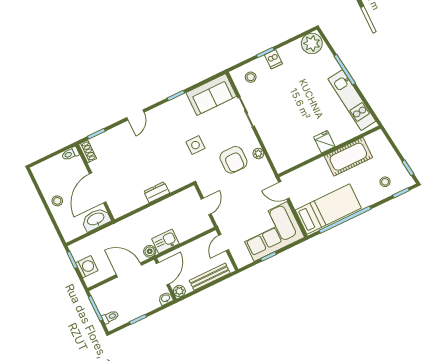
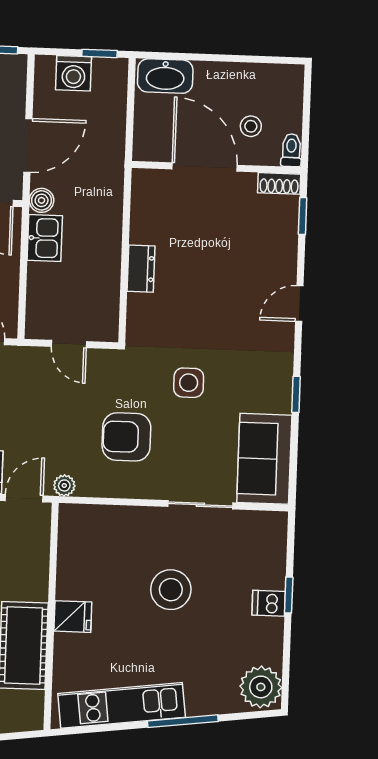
stool: (251, 77) -> (171, 590), moved, width x1.89, depth x1.89
door: (135, 115) -> (299, 304), hinge flipped
plant: (258, 154) -> (64, 485), moved
stool: (57, 201) -> (251, 126), moved
washbasin: (96, 219) -> (165, 76), moved, turned 90

